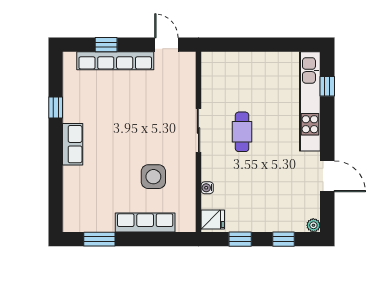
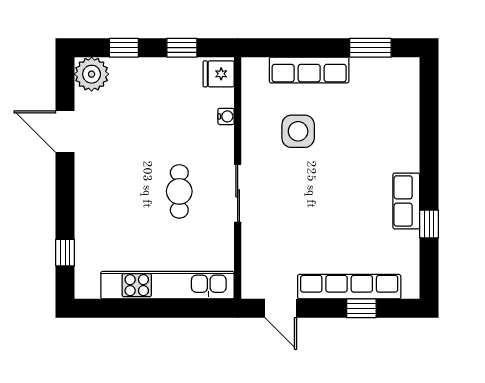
kitchen unit: (310, 101) -> (167, 285), moved, turned -90
row of seats: (73, 144) -> (406, 201), moved
plant: (313, 225) -> (92, 74), width x1.88, depth x1.88

